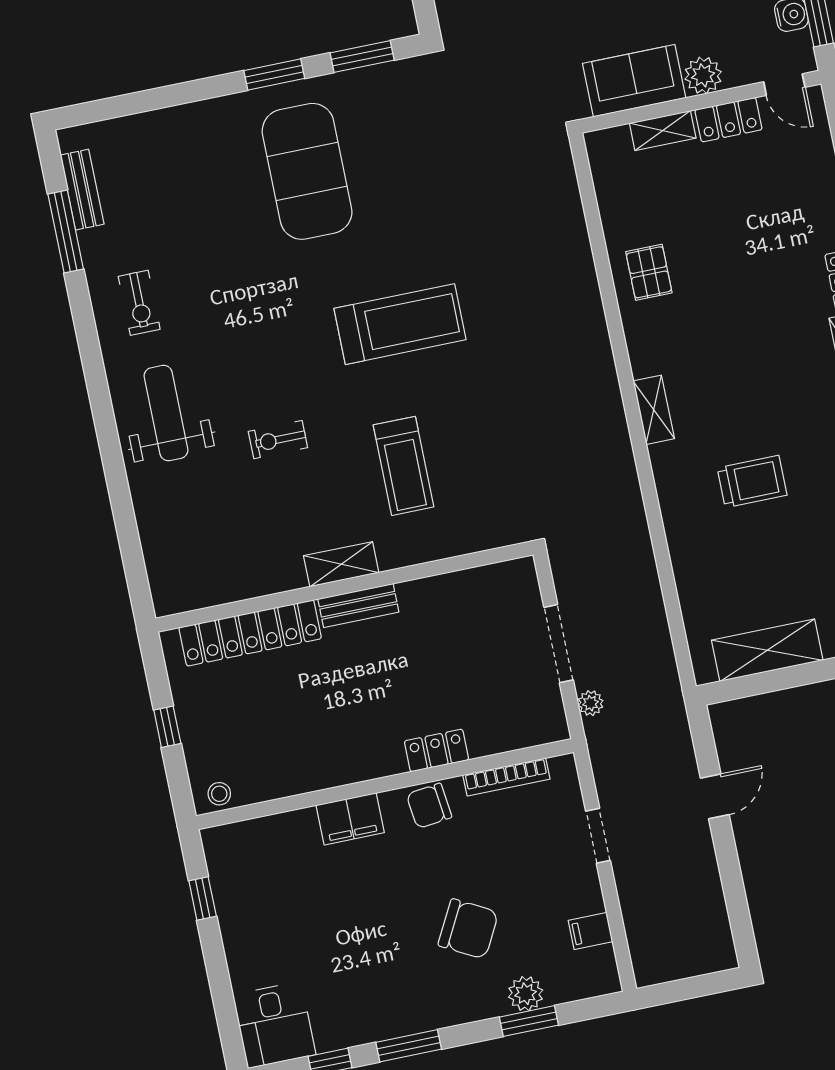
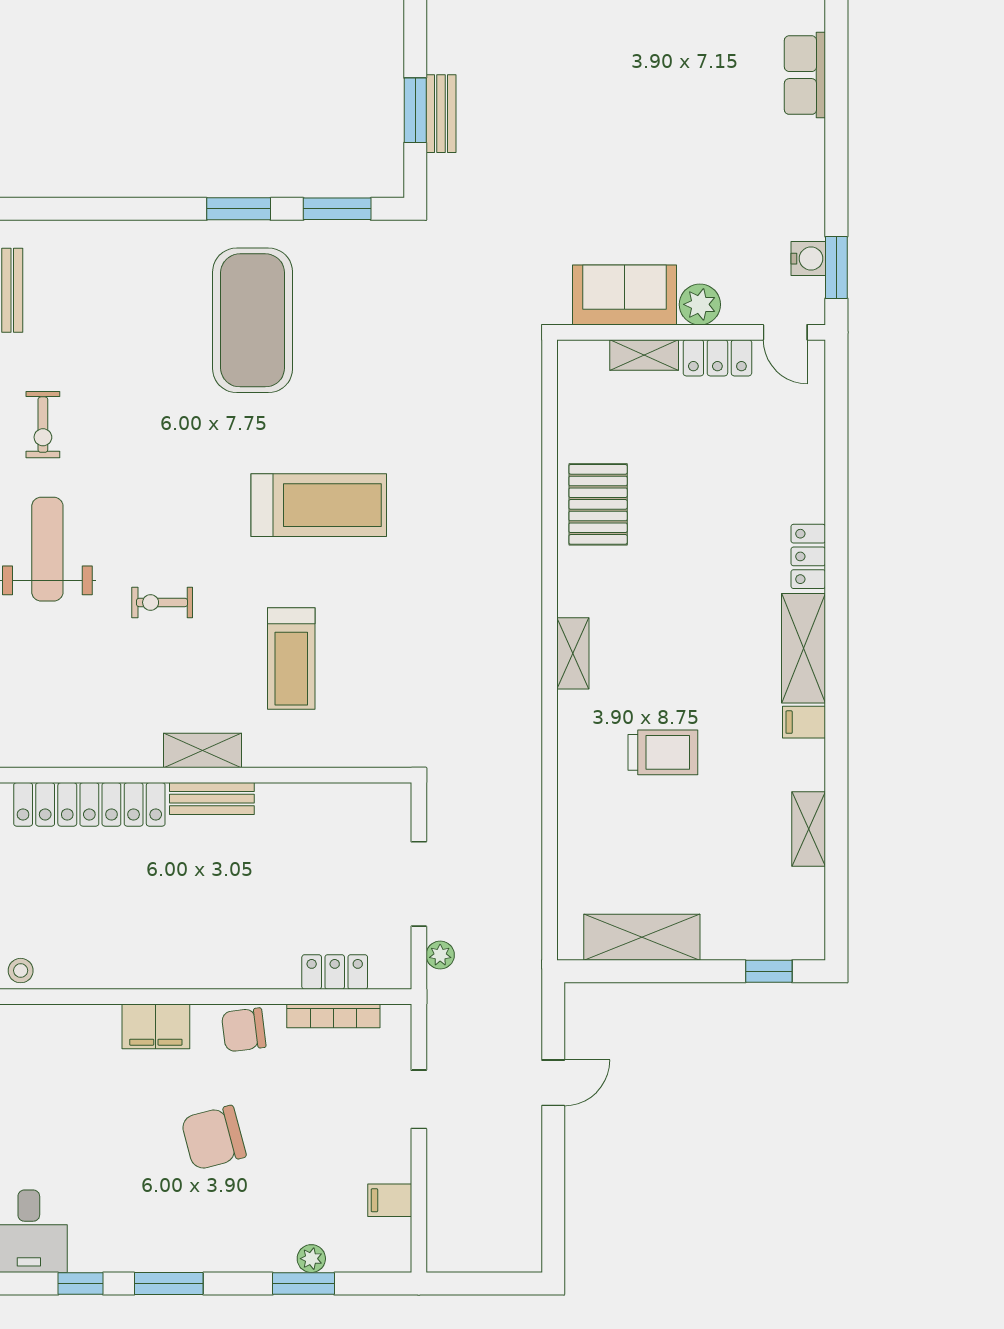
pallet: (649, 272) -> (598, 504), width x1.50, depth x1.42
locker: (437, 750) -> (335, 972), moved
chair: (468, 929) -> (213, 1138), moved, turned 137
plant: (526, 994) -> (311, 1259), width x0.73, depth x0.73

